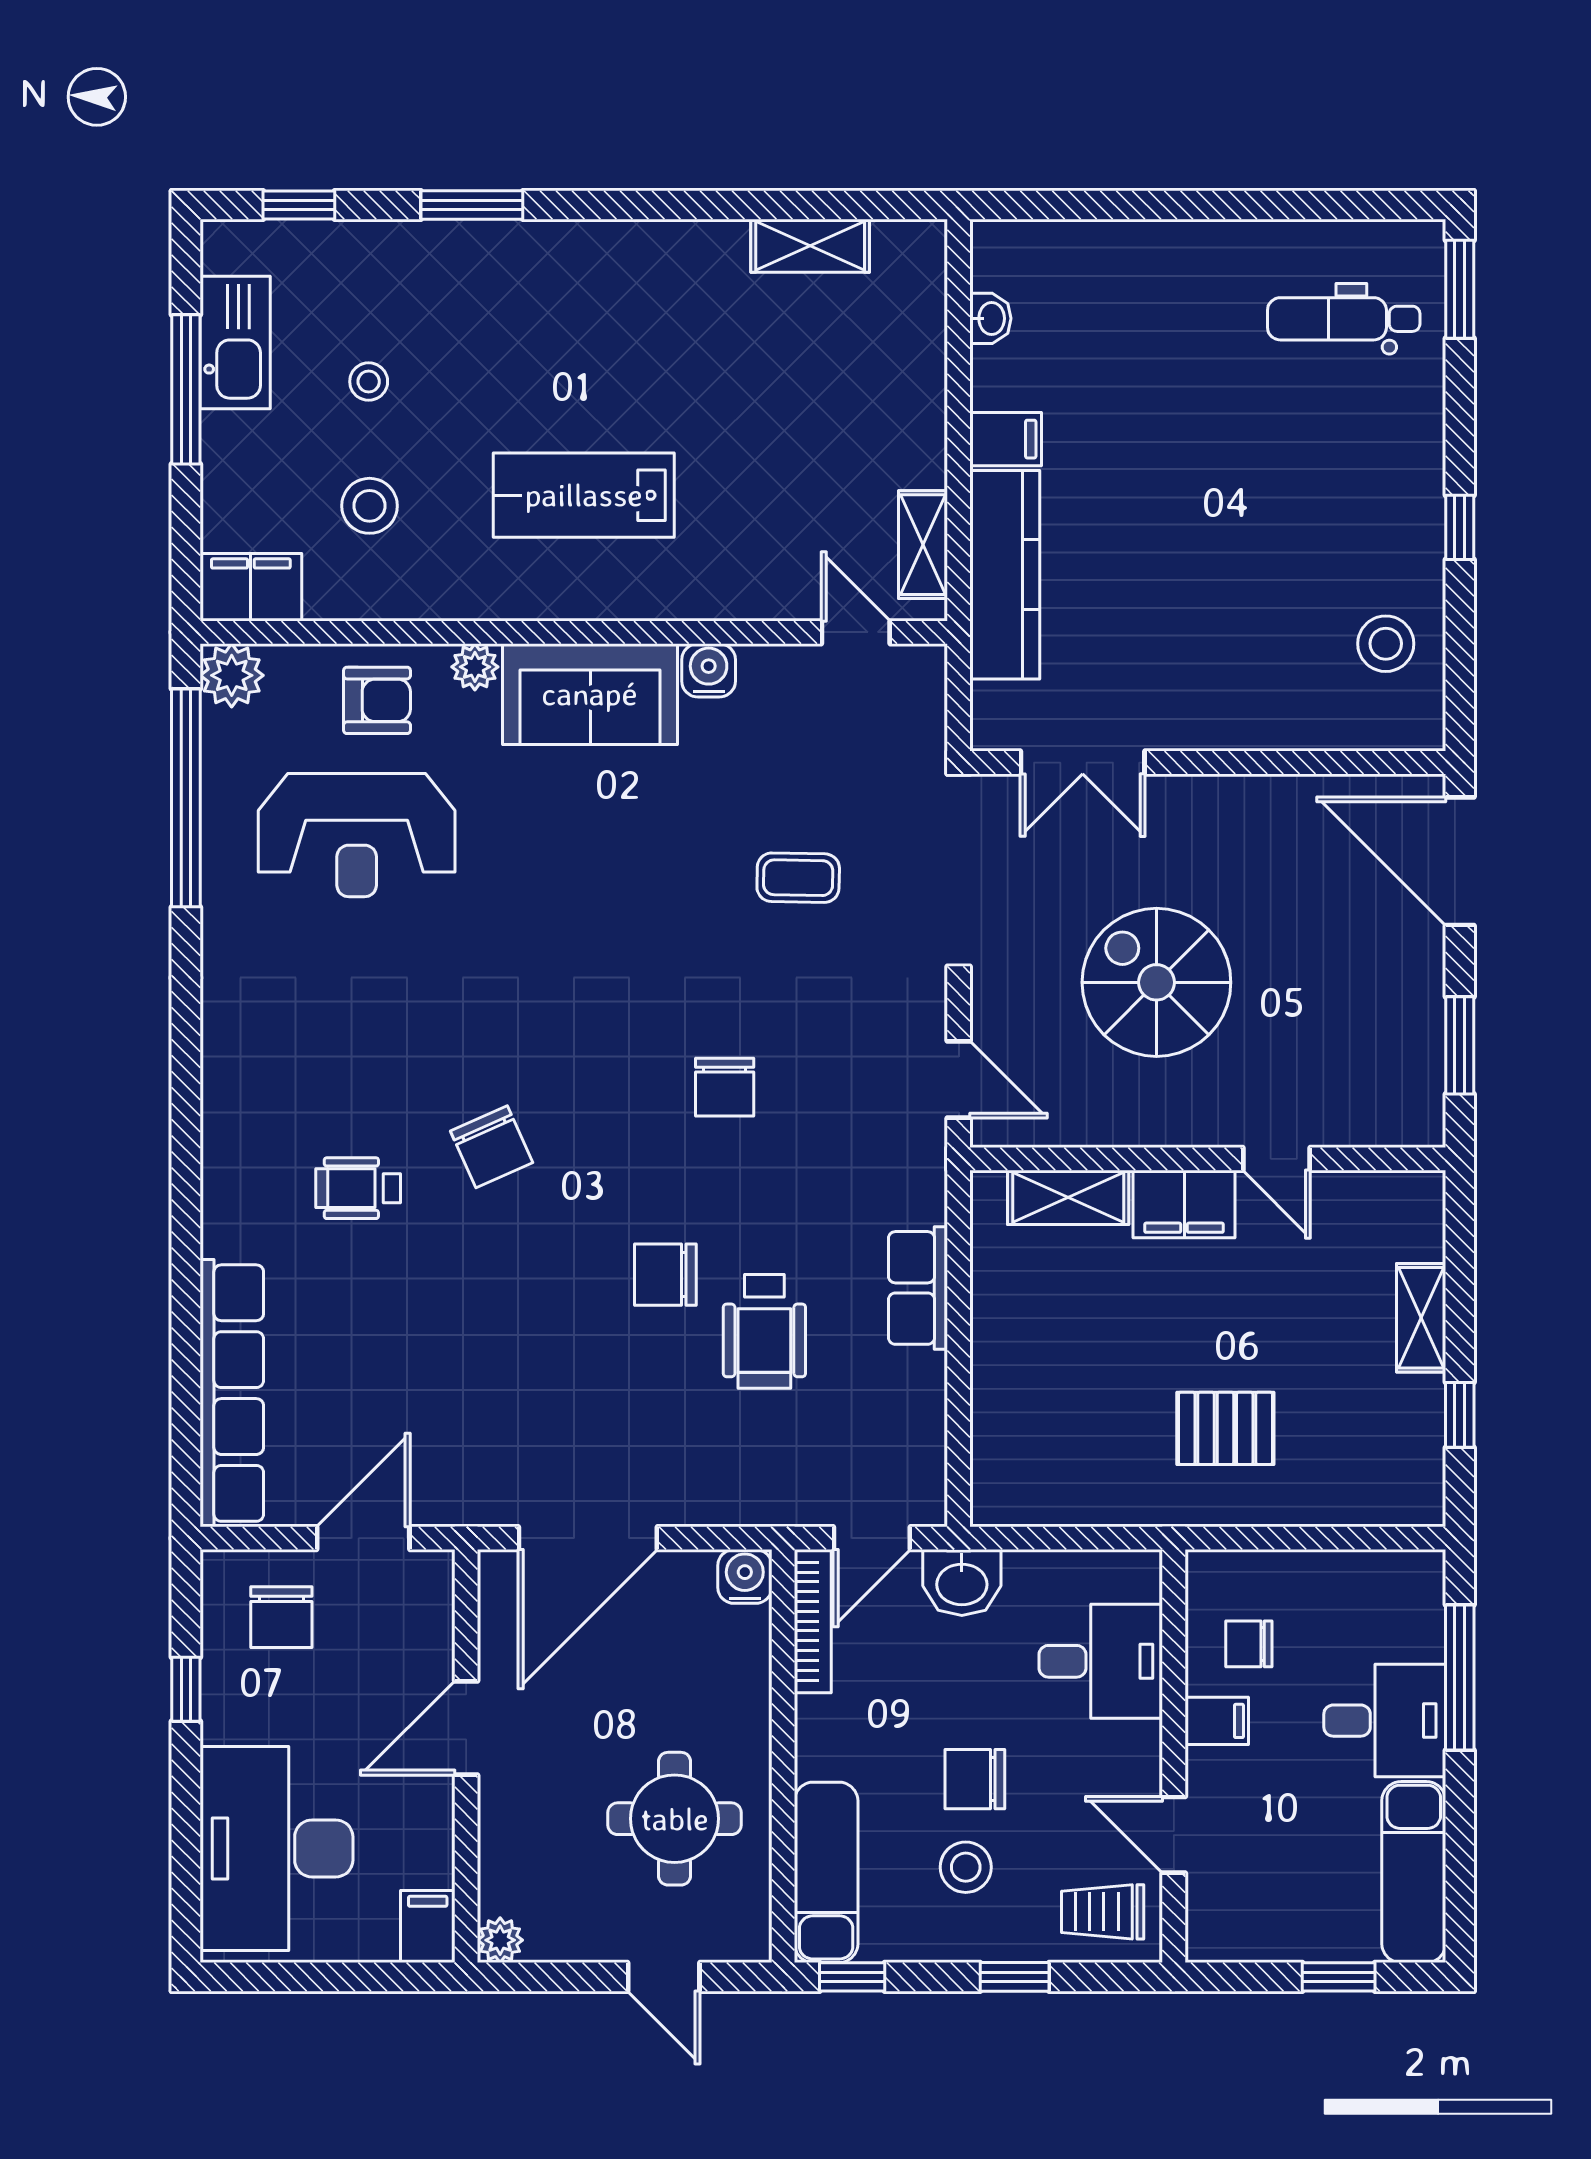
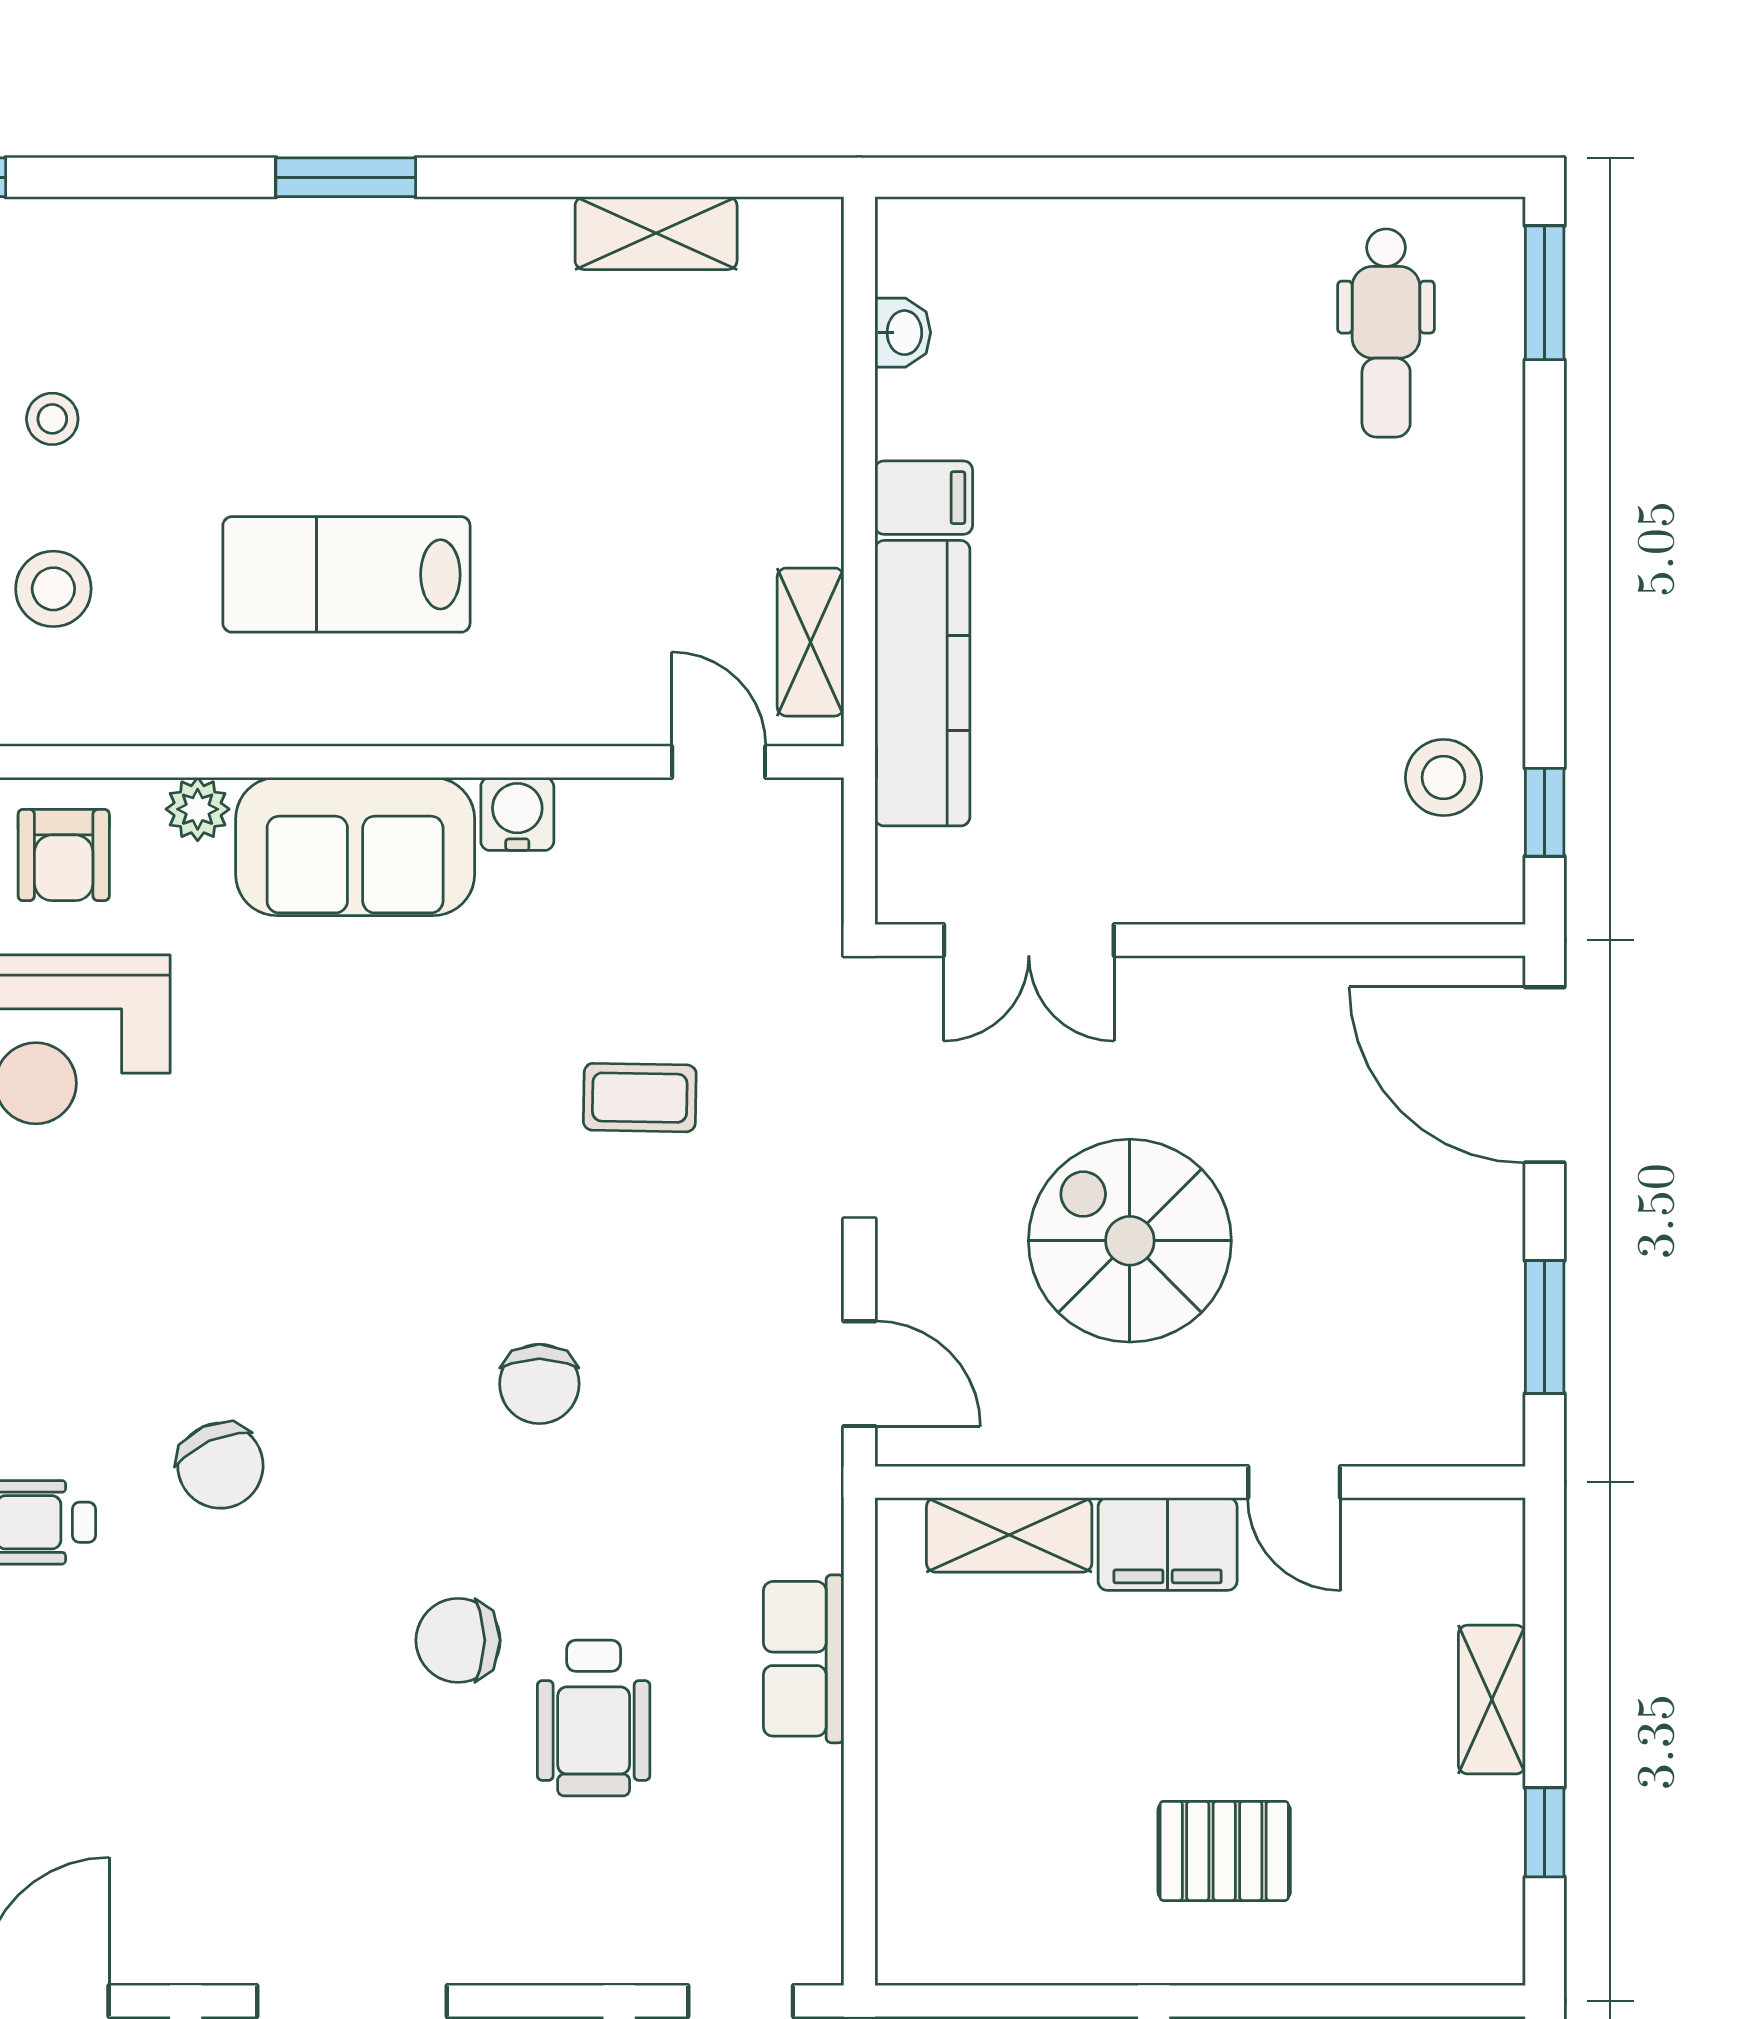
window: (472, 205) -> (346, 177), moved
dental chair: (1344, 319) -> (1386, 333), turned -90
window: (1460, 527) -> (1545, 812), moved
armchair: (377, 700) -> (64, 855), turned 90

